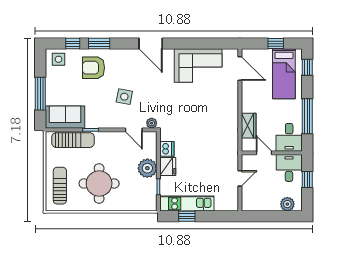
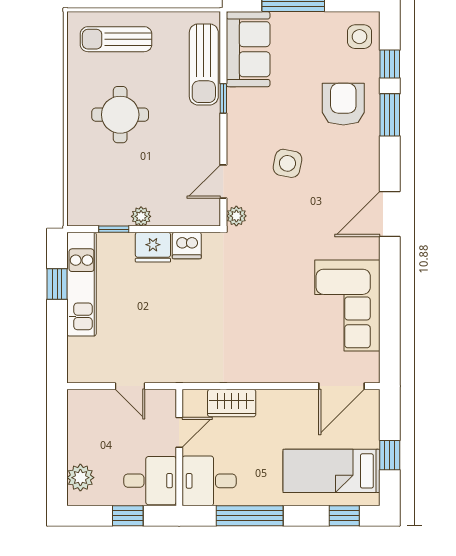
plant: (147, 168) -> (141, 216), width x0.53, depth x0.53
round table: (99, 183) -> (120, 115), width x0.73, depth x0.73
sun lounger: (60, 186) -> (116, 39), turned 180

